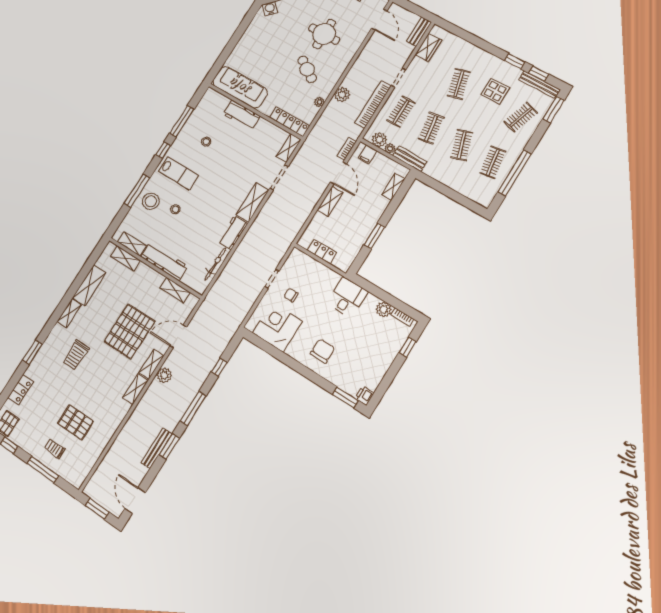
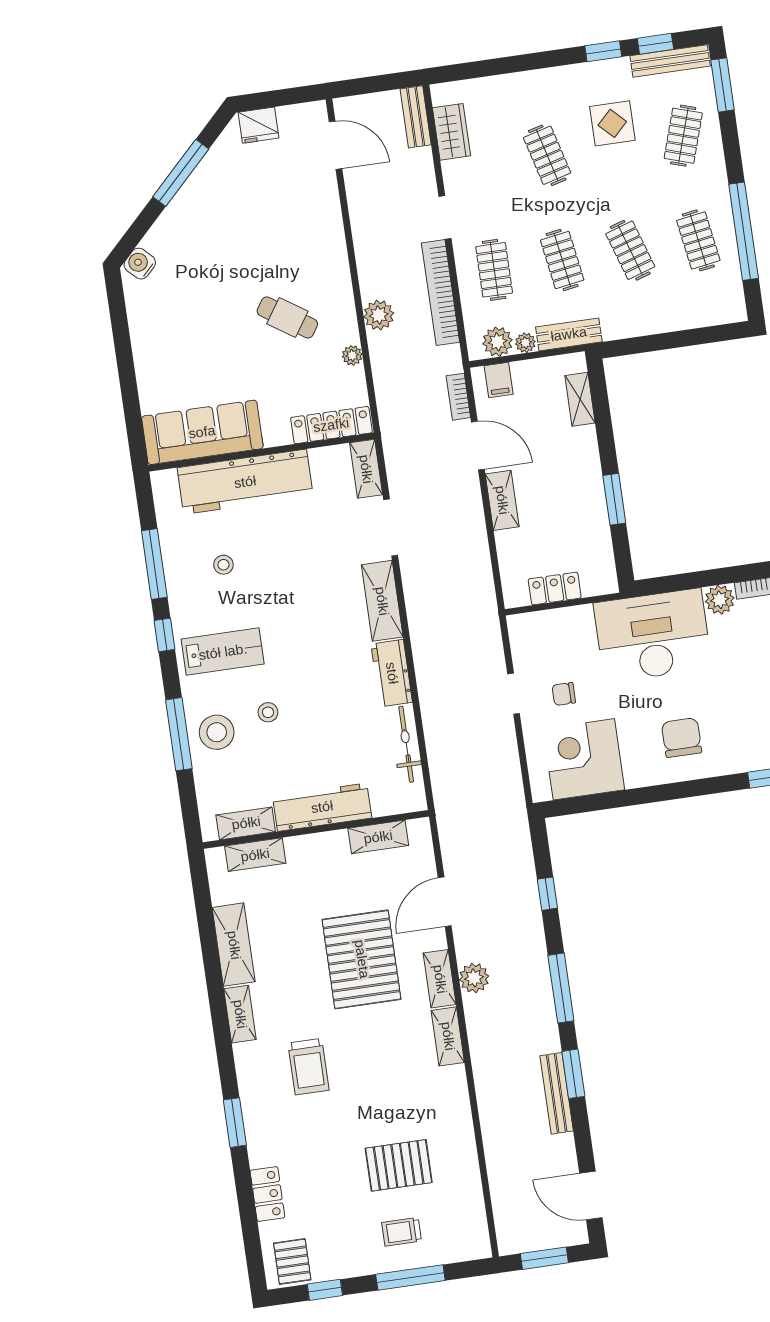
round table: (324, 34) -> (266, 238), removed
workbench: (241, 115) -> (245, 482), width x1.87, depth x1.32
desk: (347, 297) -> (653, 636), width x1.87, depth x1.30

